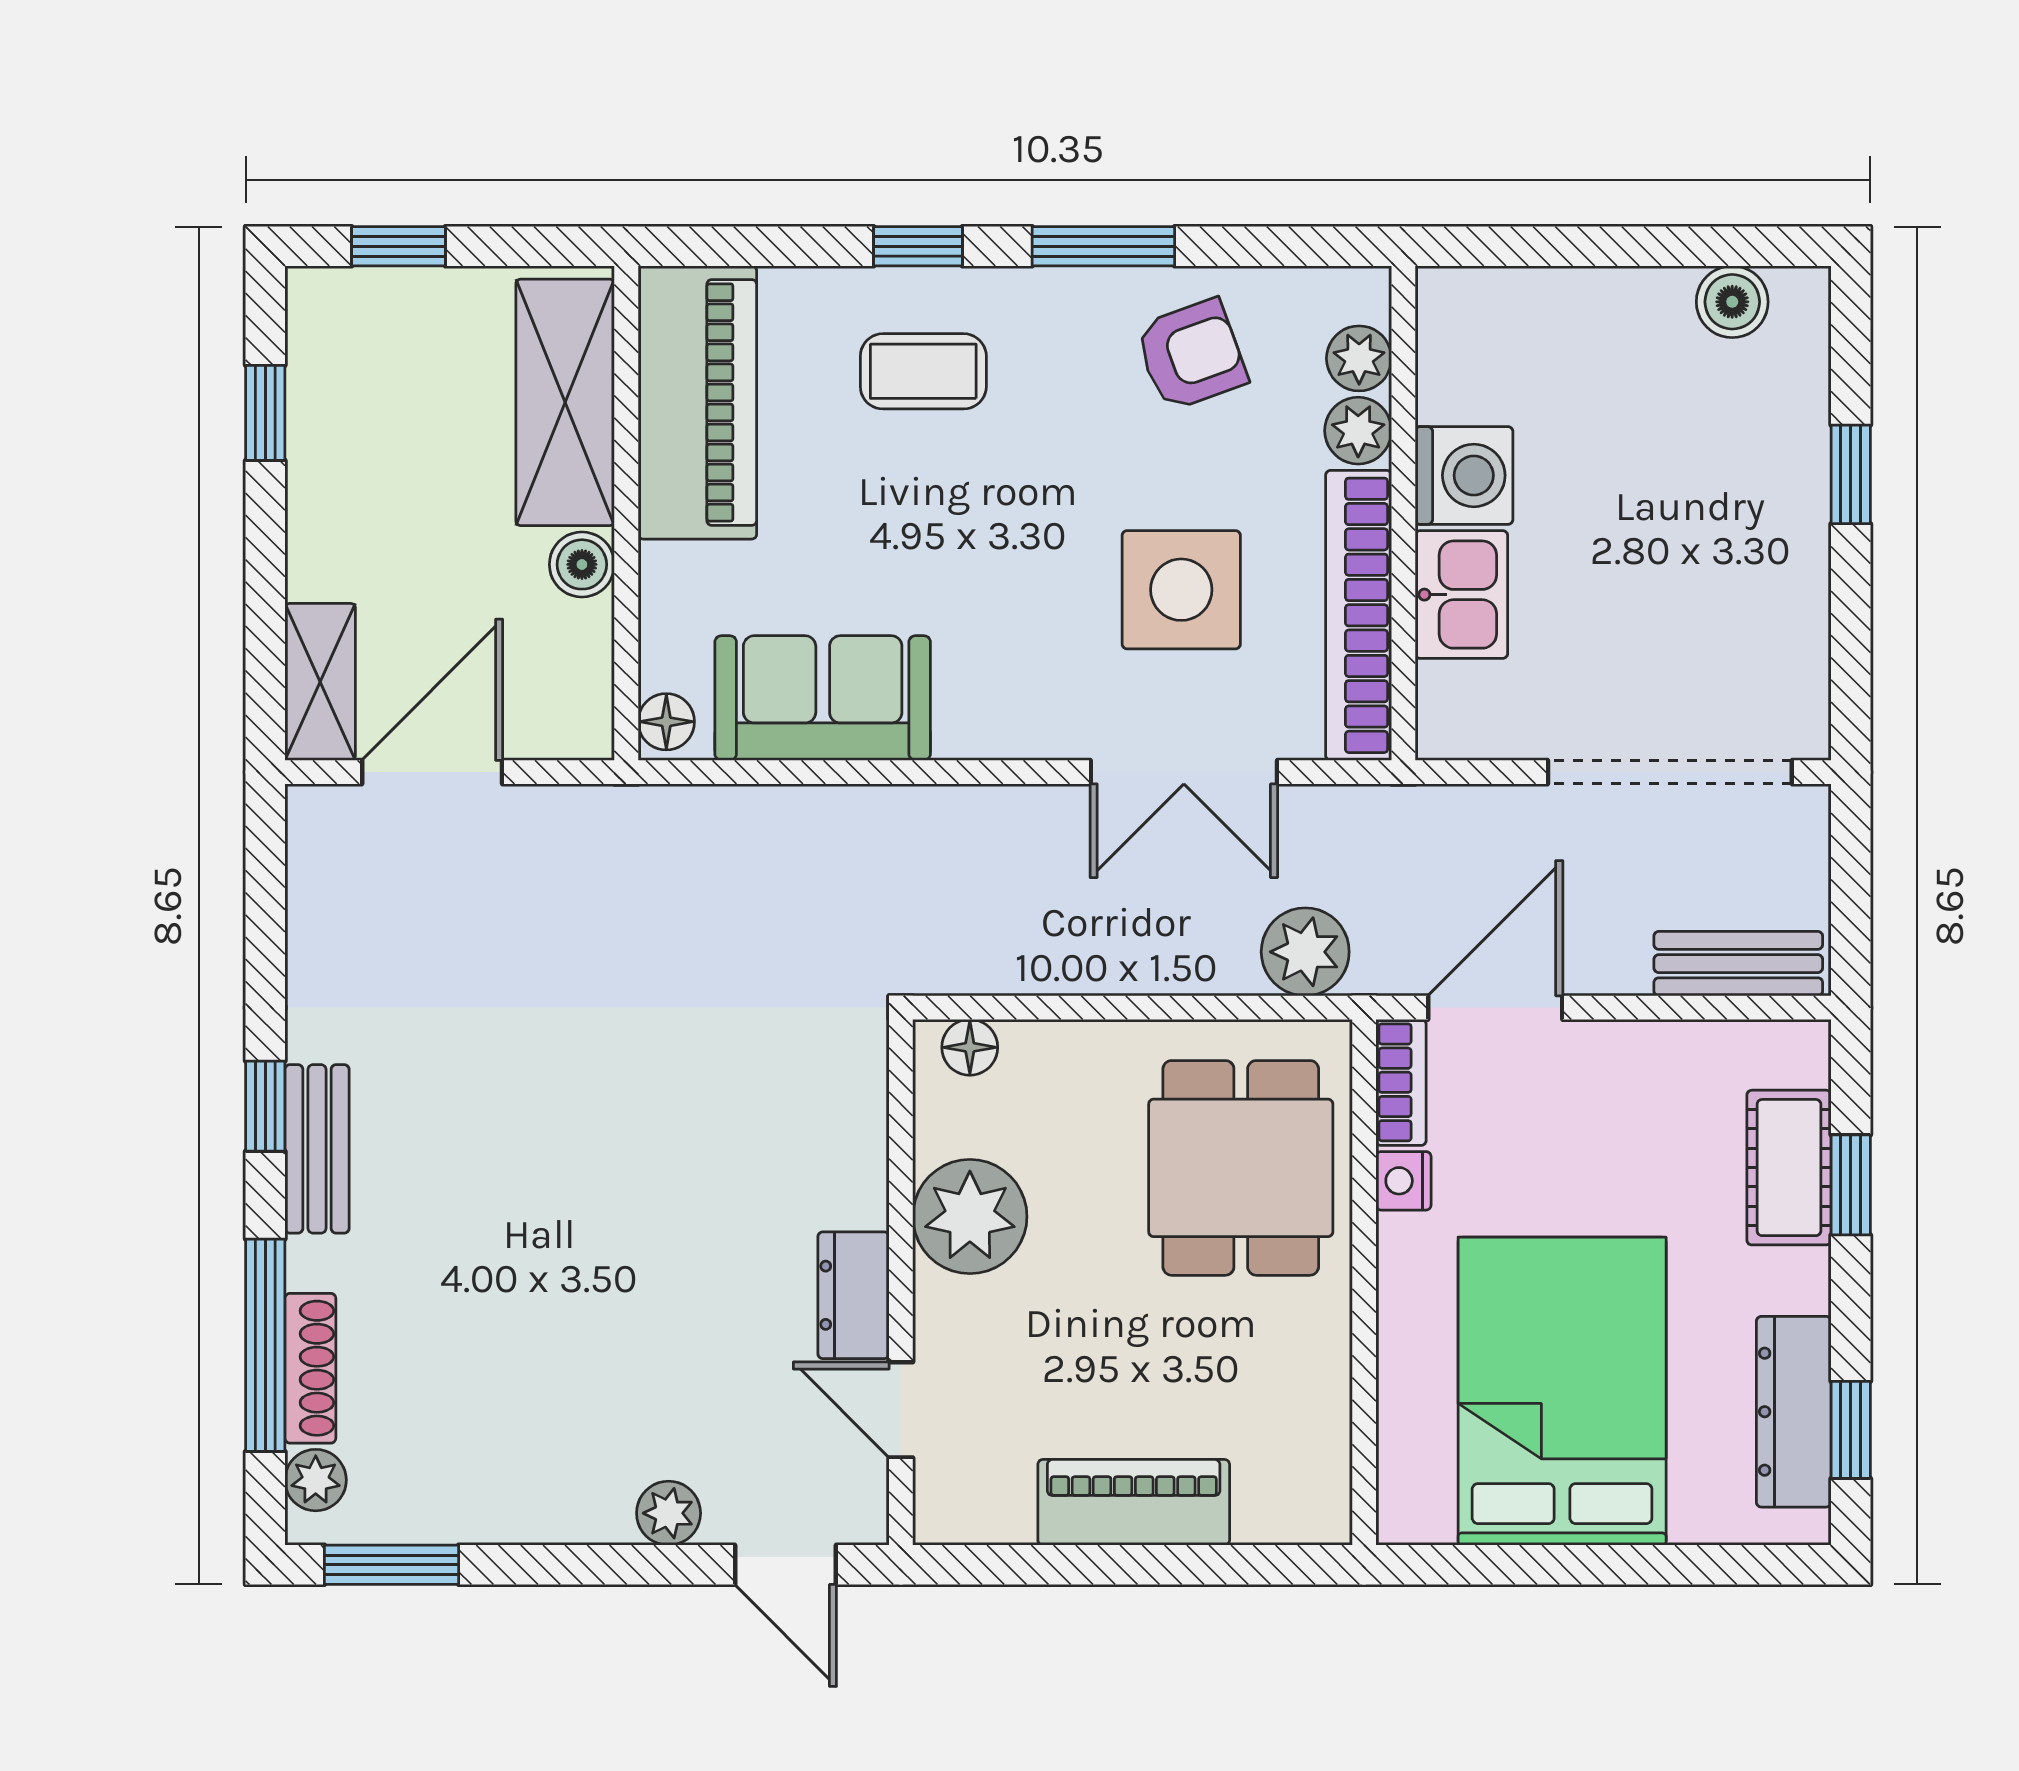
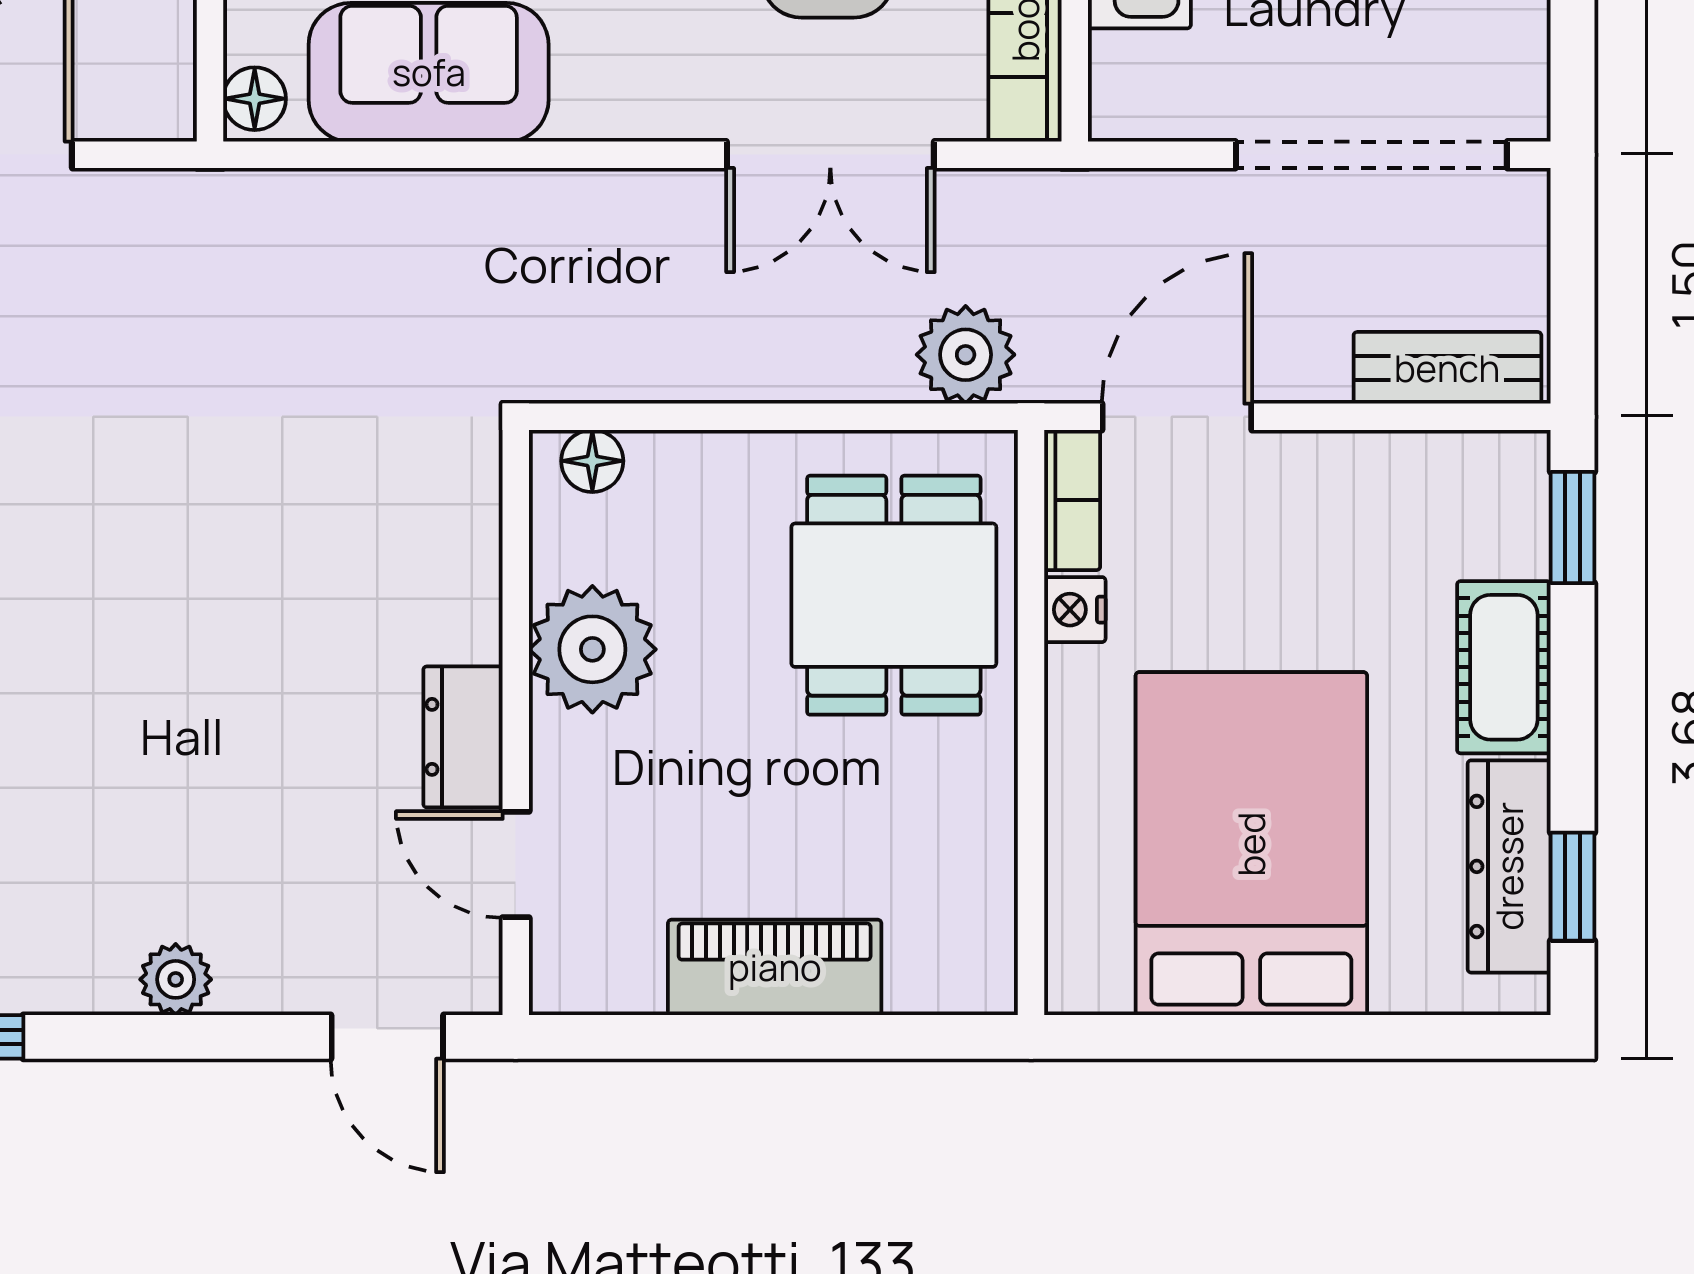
cot: (1789, 1168) -> (1504, 667), moved
window: (1851, 1185) -> (1572, 528), moved
plant: (669, 1513) -> (176, 979), moved

